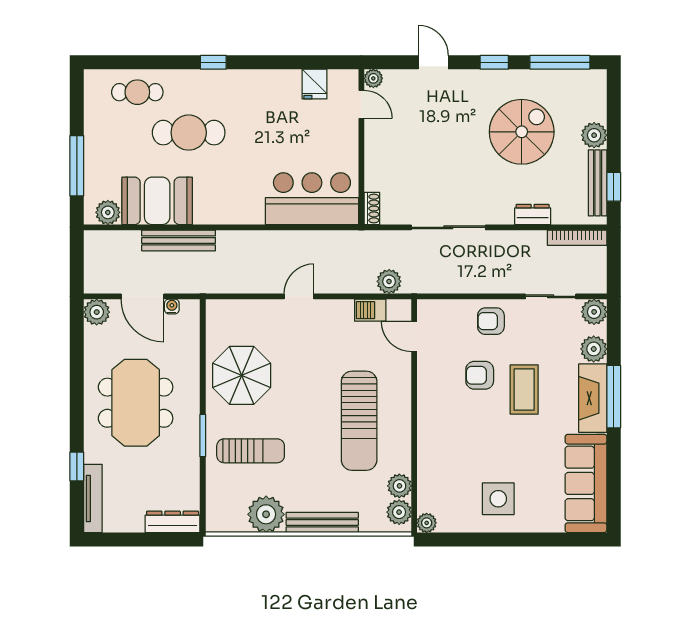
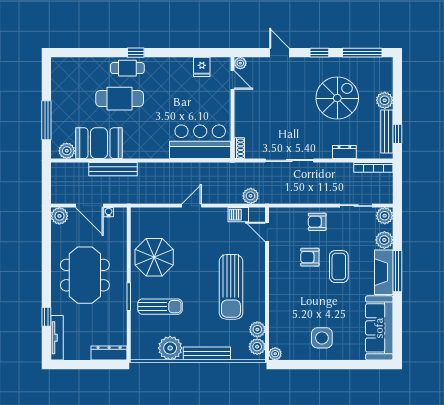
cafe table: (137, 92) -> (127, 68), moved

